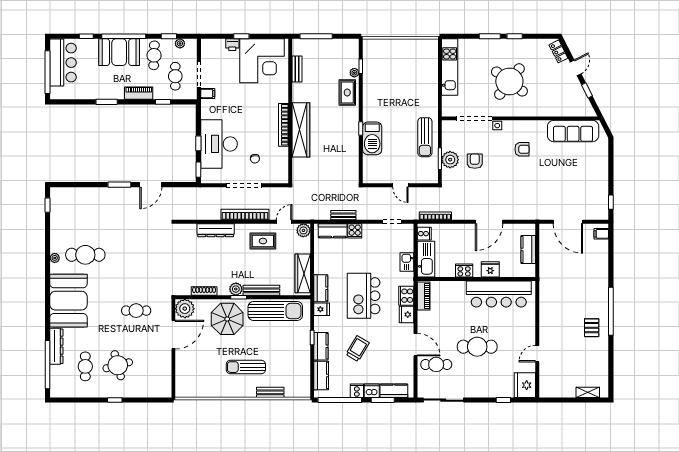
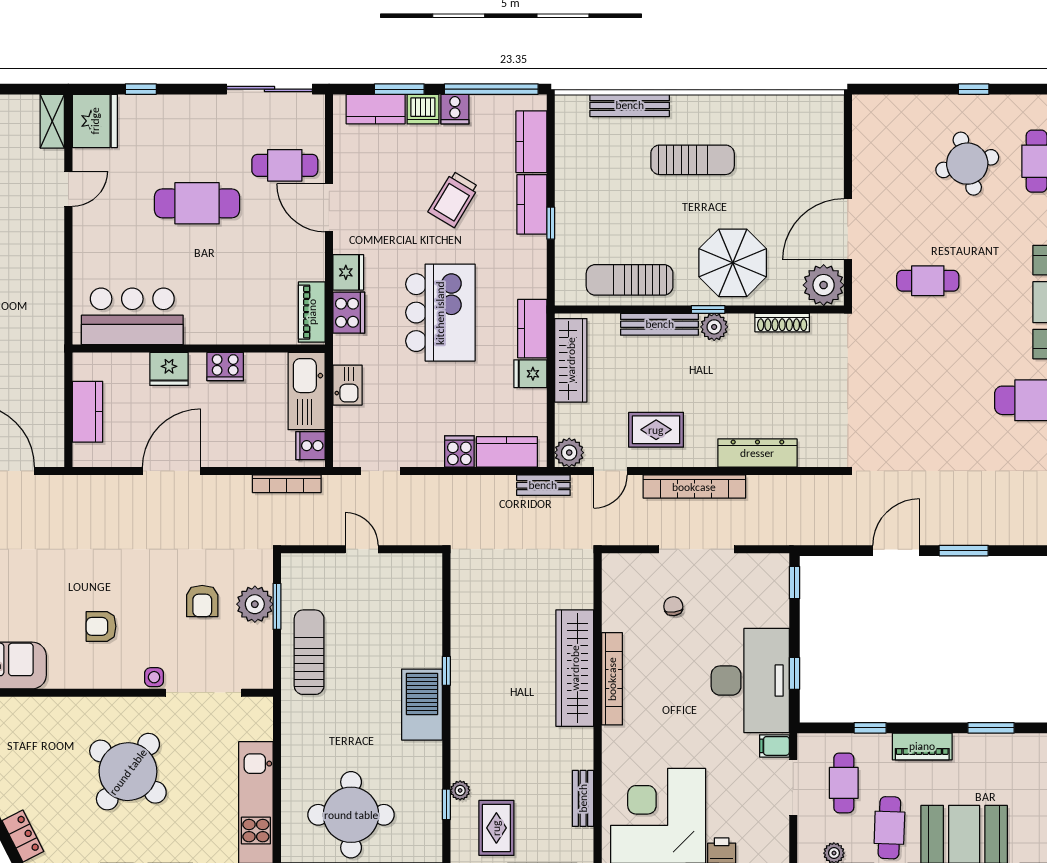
round table: (405, 61) -> (351, 815), added
rug: (347, 93) -> (496, 828), moved
barbecue: (372, 138) -> (422, 705), moved
window: (198, 143) -> (794, 673), moved
desk: (219, 144) -> (750, 681), moved
bench: (343, 215) -> (543, 485), moved
bar counter: (499, 294) -> (132, 316), width x0.73
fridge: (322, 309) -> (530, 374), moved
sun lounger: (275, 311) -> (630, 280), width x0.73, depth x0.75
shelving: (545, 385) -> (52, 121), added
bench: (270, 392) -> (630, 105), width x1.36

